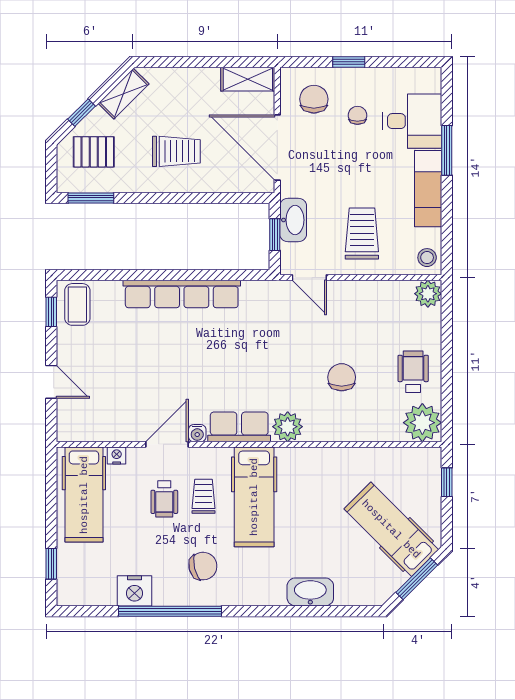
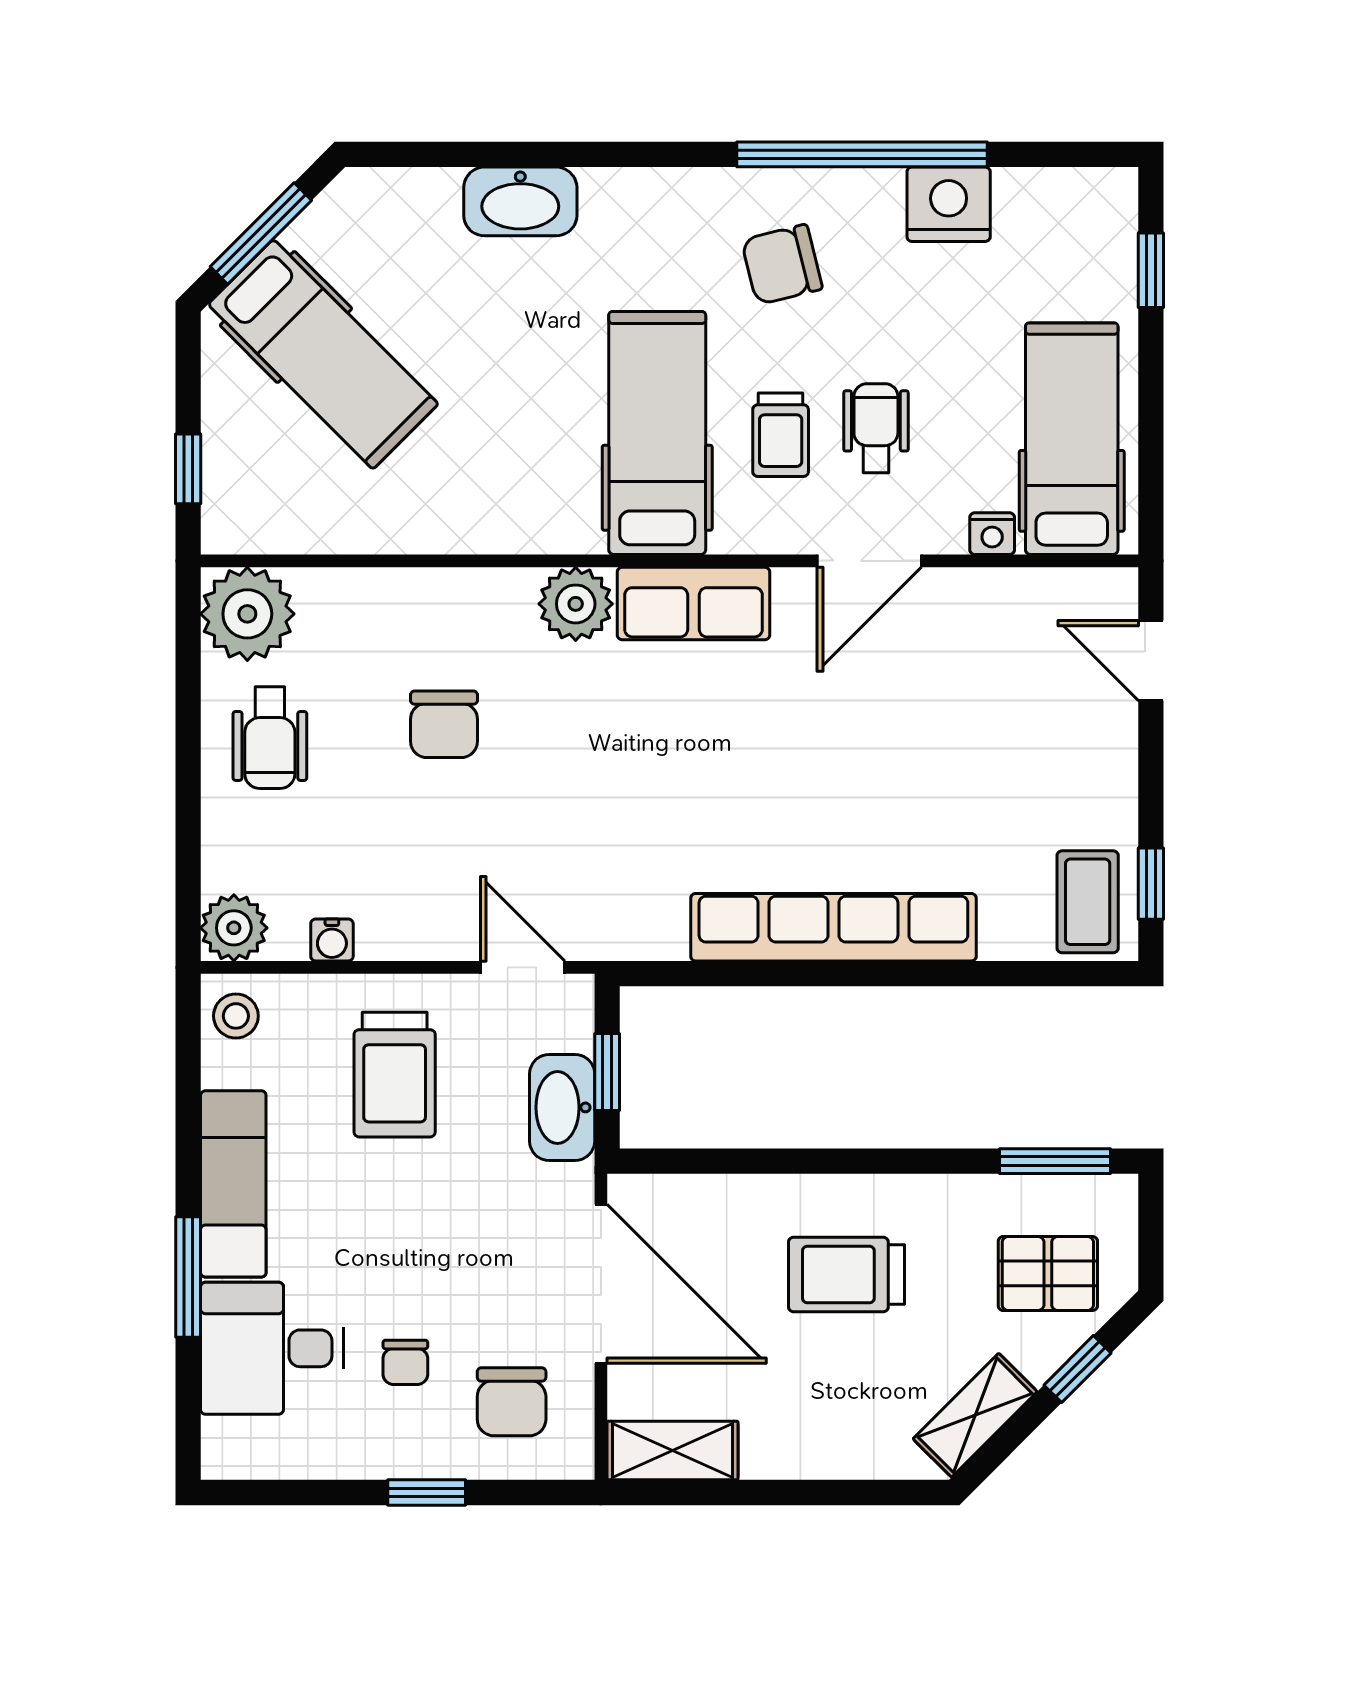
door: (51, 382) -> (1151, 660), moved
water cooler: (197, 433) -> (332, 940), moved, turned 180

